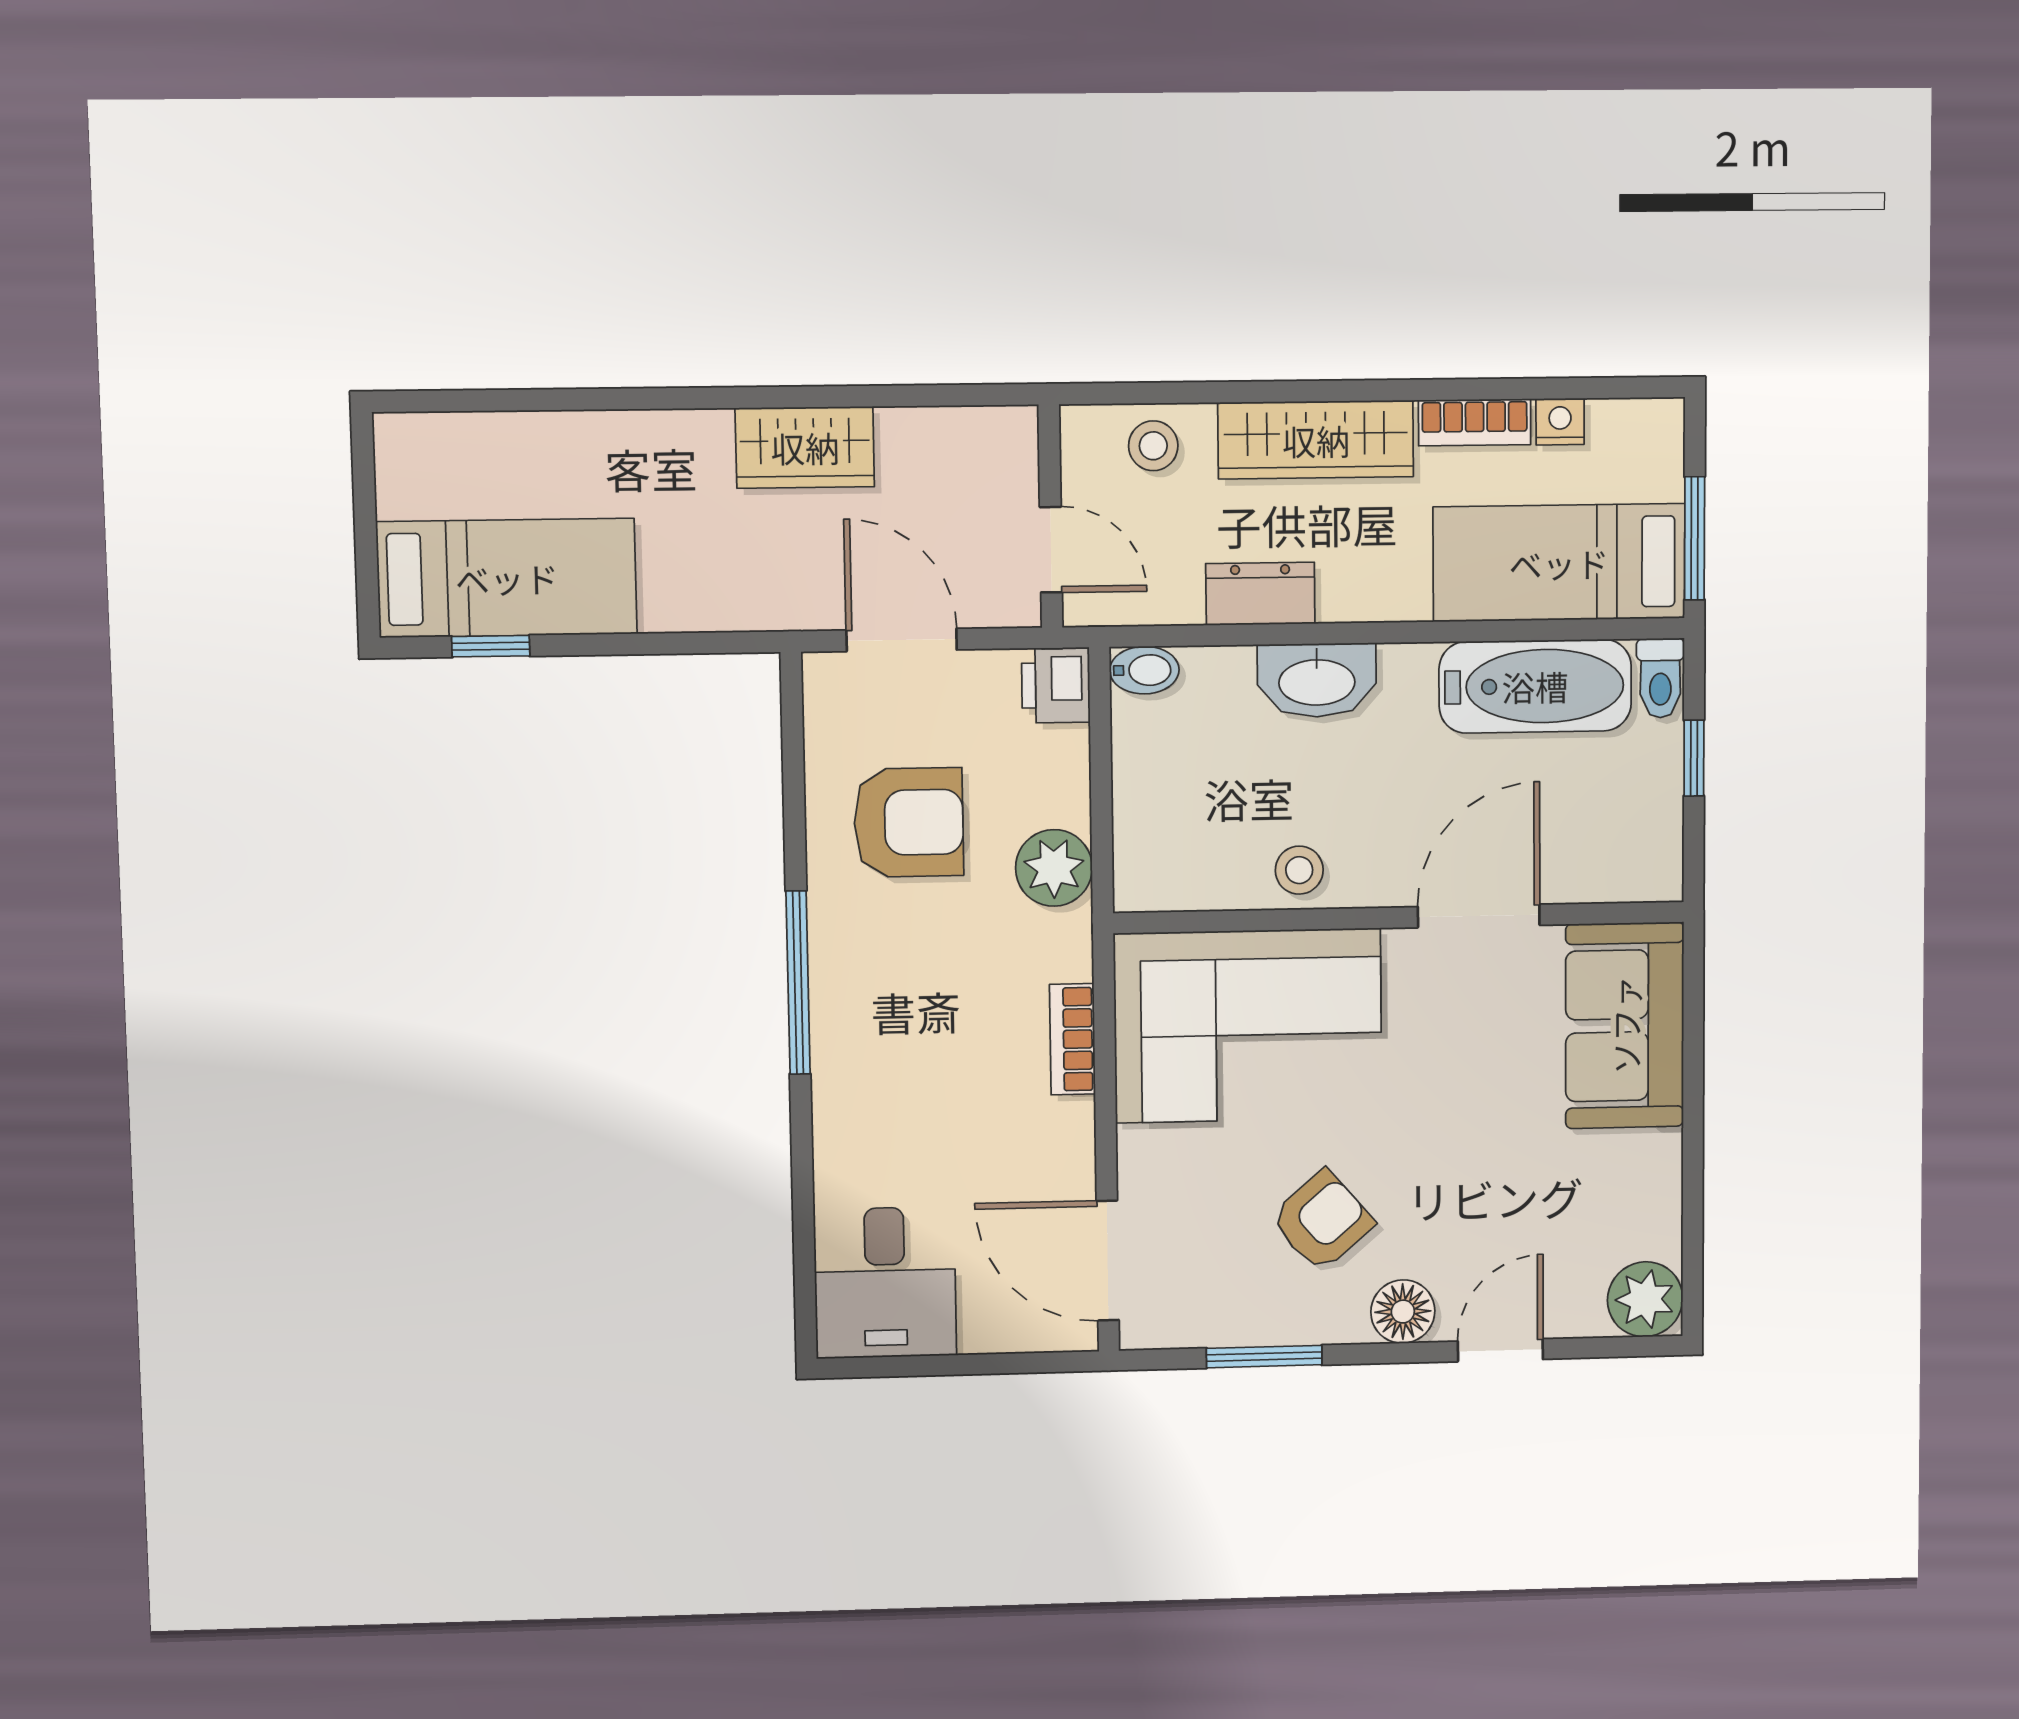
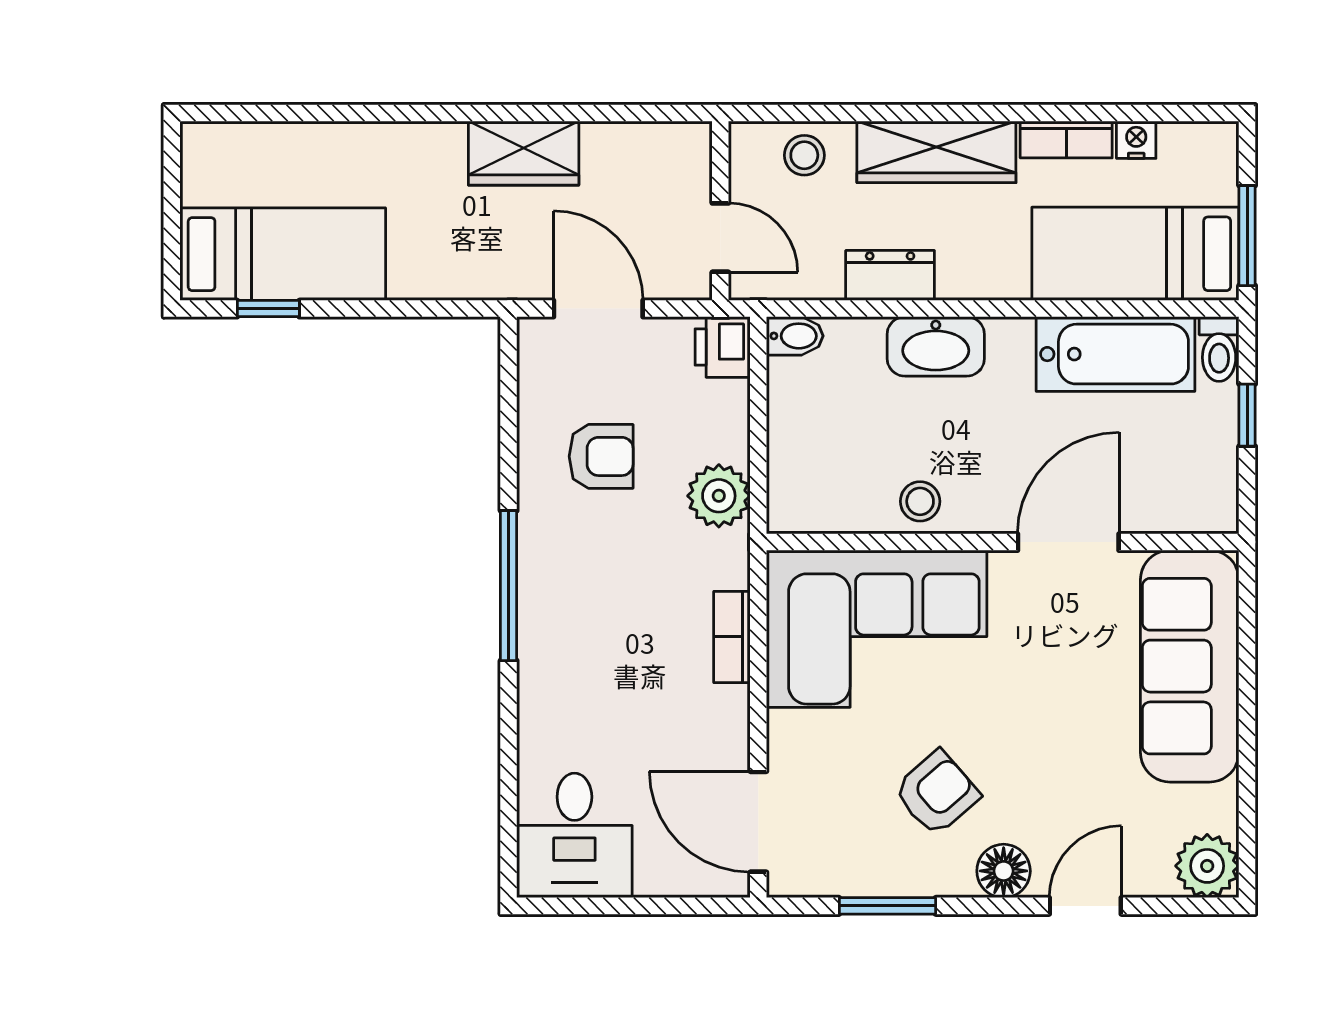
armchair: (909, 822) -> (601, 456), width x0.72, depth x0.72
sofa: (1625, 1025) -> (1190, 666), width x1.36

